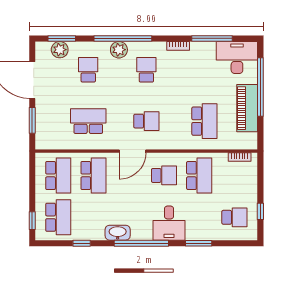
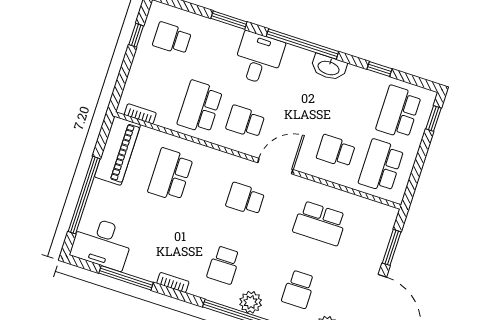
piano: (247, 108) -> (117, 151), moved
school desk: (93, 175) -> (336, 151), width x0.54

